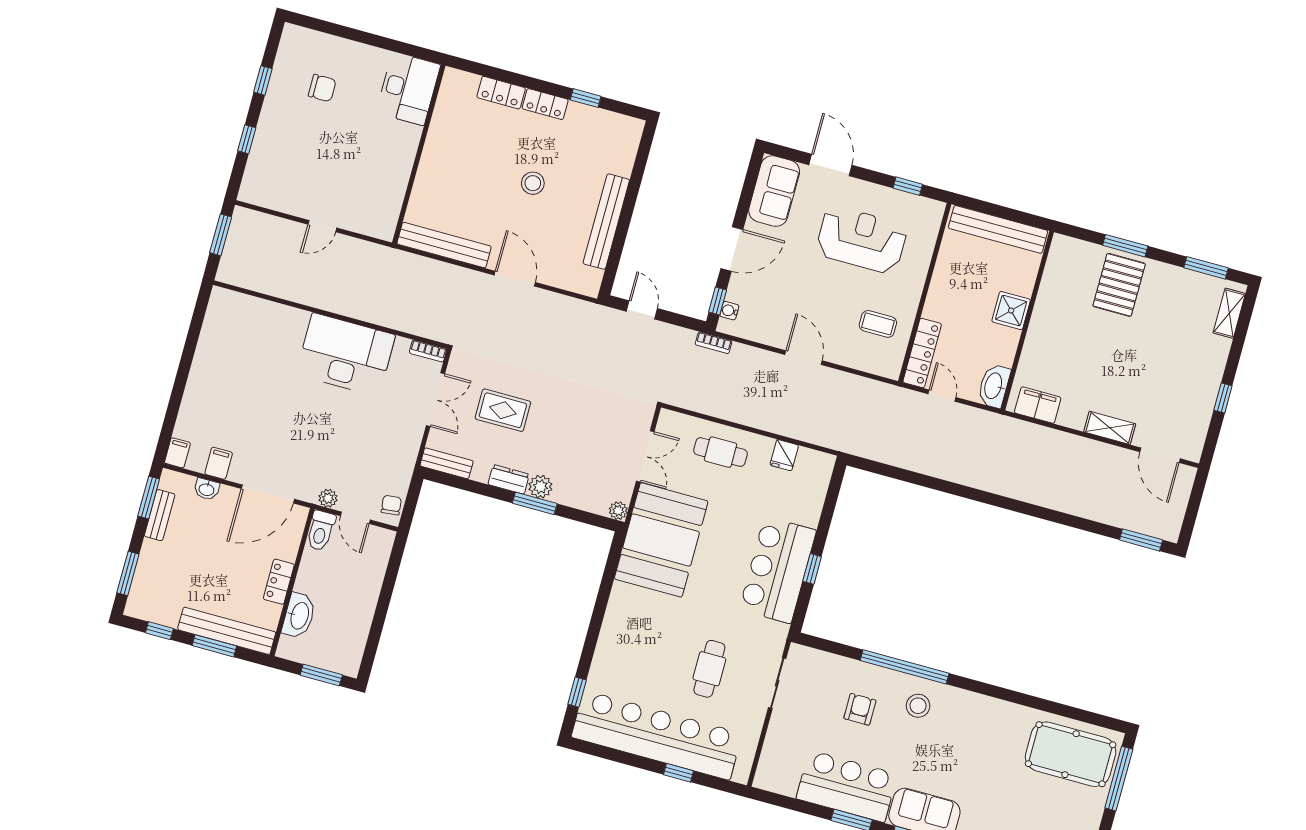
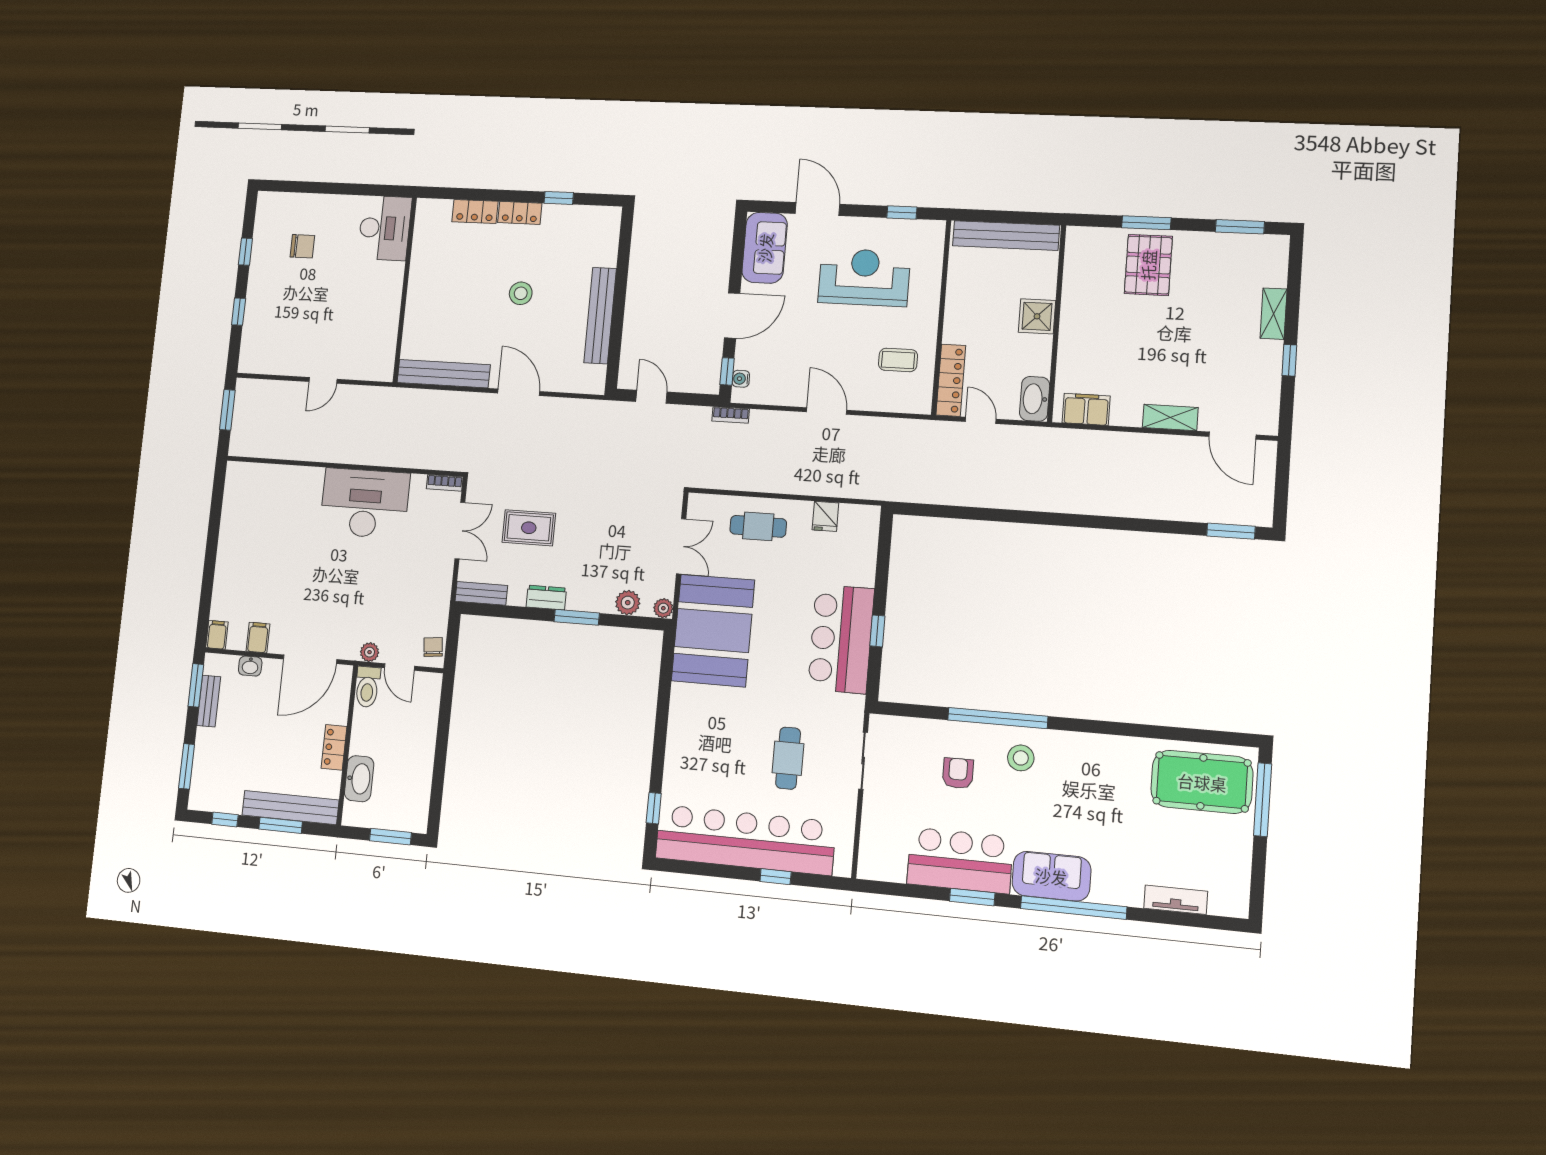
shelving: (1229, 313) -> (1274, 314), moved
plant: (540, 487) -> (628, 603), moved

